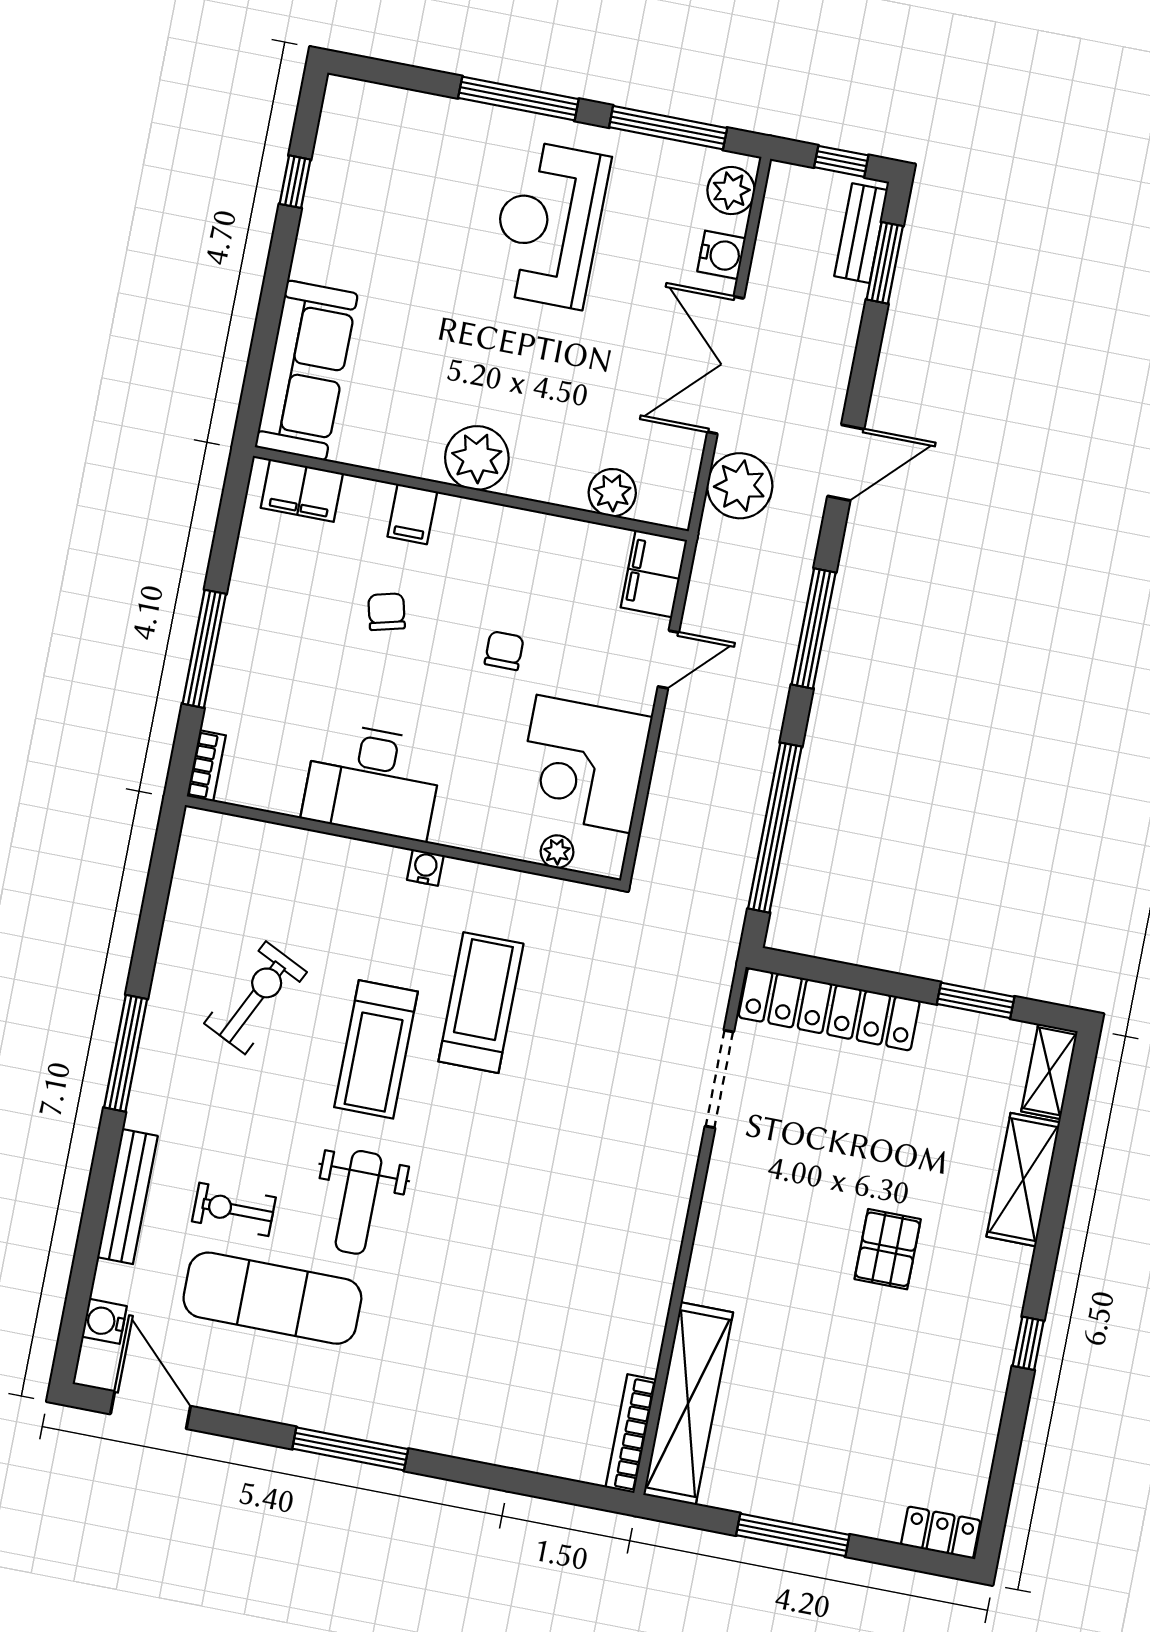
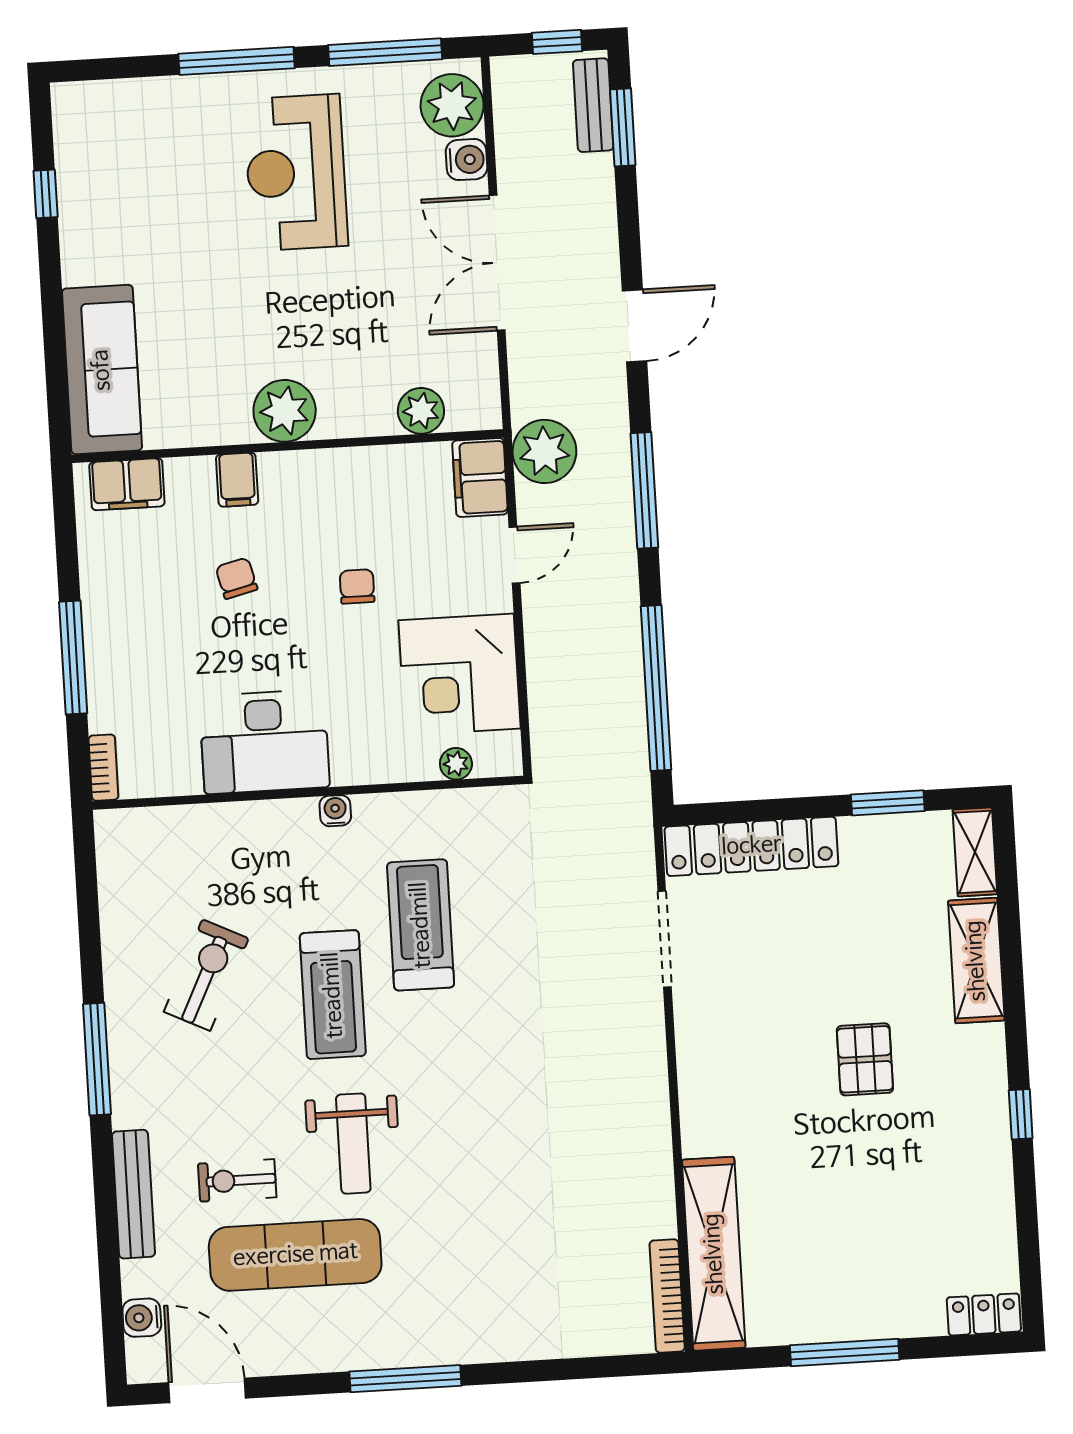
plant: (731, 191) -> (452, 105), width x1.36, depth x1.36
plant: (740, 486) -> (544, 451), moved

